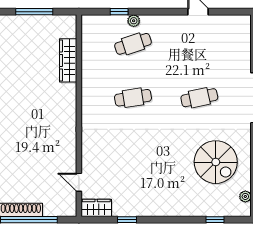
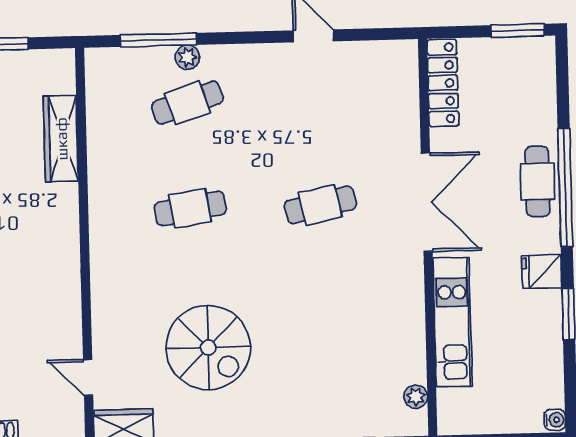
window: (119, 12) -> (158, 40), width x2.17
spiral stairs: (216, 162) -> (208, 348), moved

